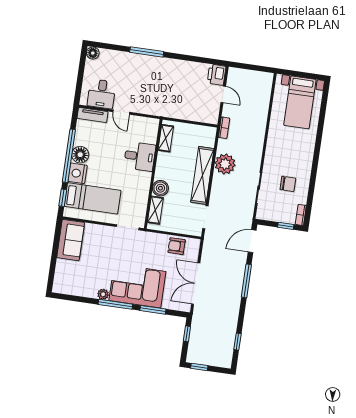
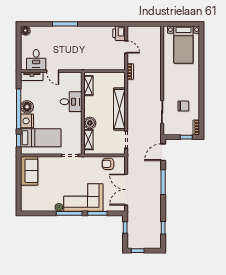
plant: (225, 164) -> (135, 98), removed

